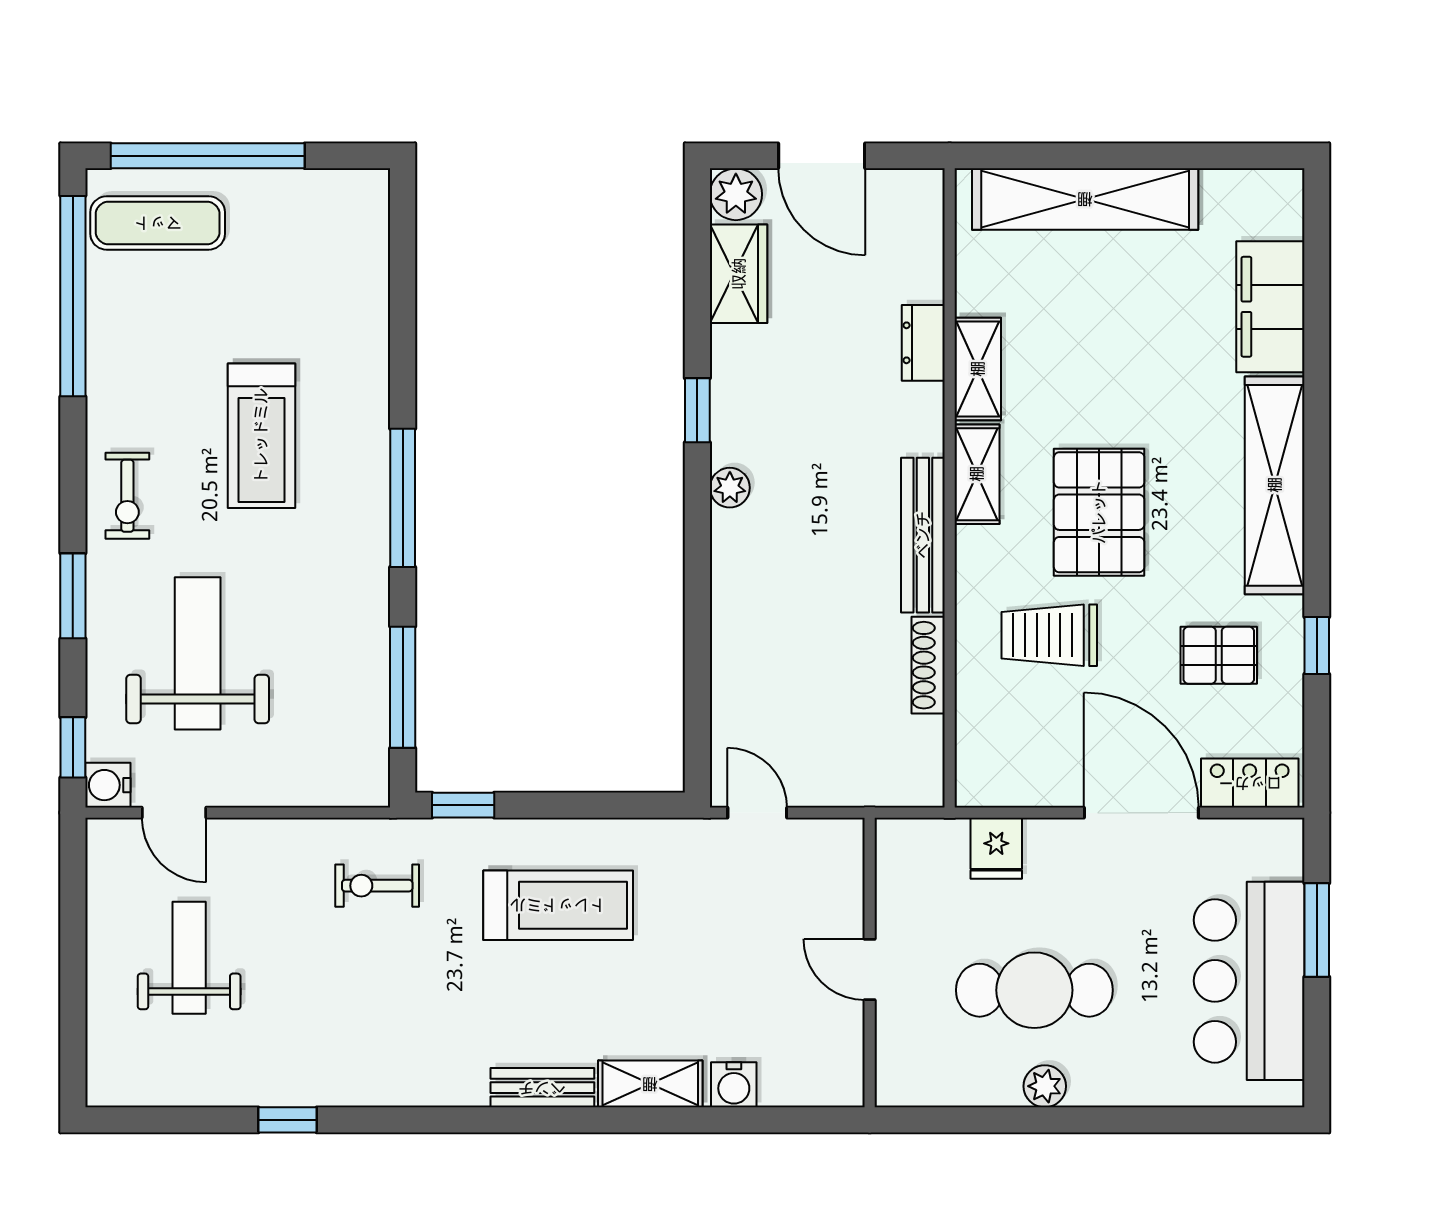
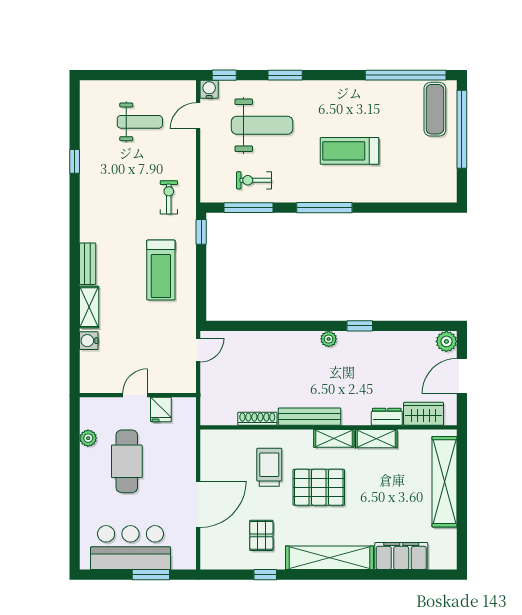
wardrobe: (739, 274) -> (424, 414), moved, turned 180
exercise bike: (127, 496) -> (254, 180), moved
locker: (1250, 783) -> (210, 548), removed
fridge: (996, 848) -> (161, 409), moved, turned -90
plant: (1045, 1086) -> (88, 438), moved

